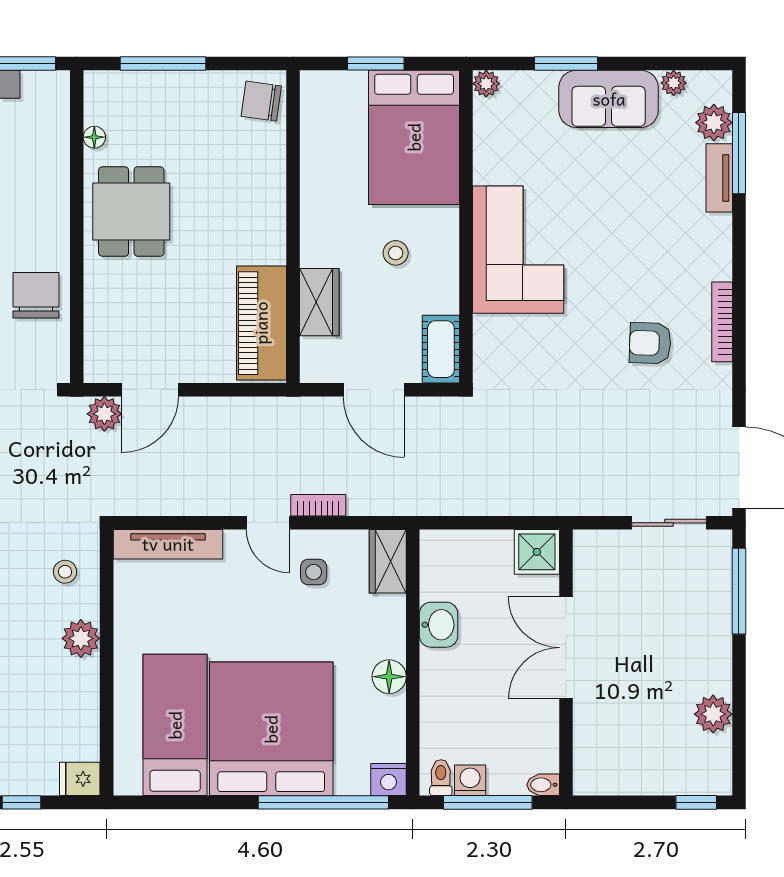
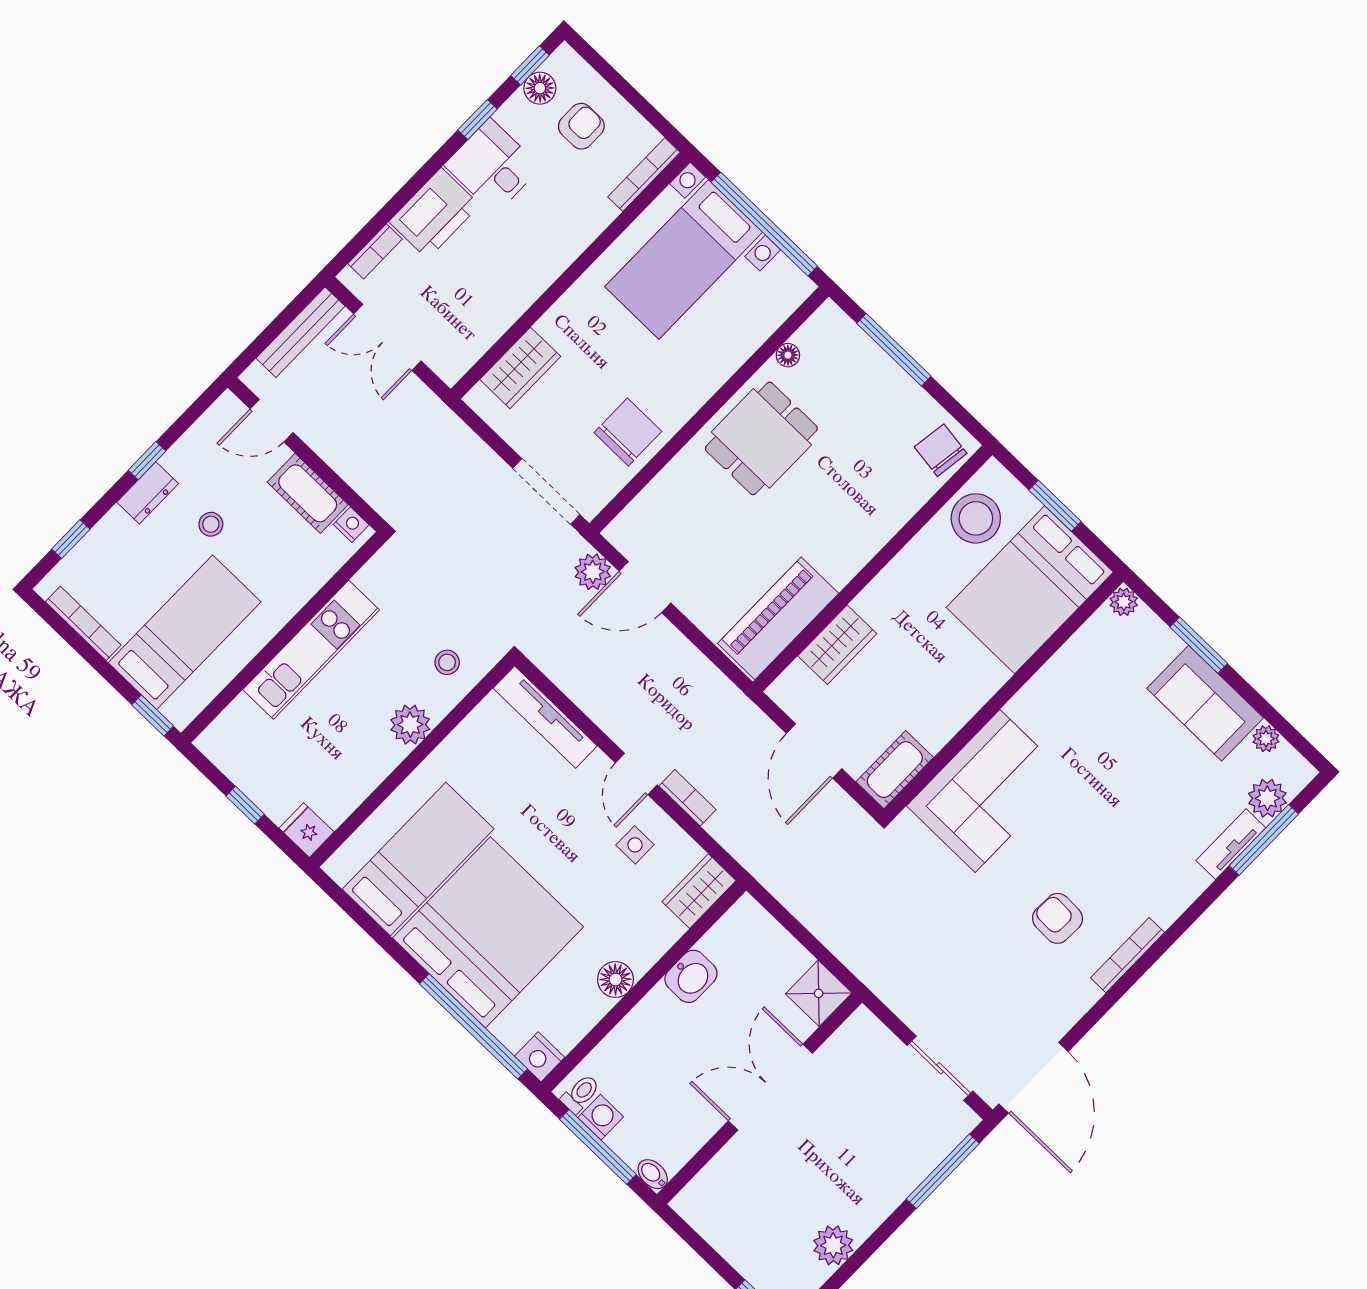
corner sofa: (518, 250) -> (988, 791), moved
stool: (396, 253) -> (976, 518), moved, width x1.89, depth x1.89

